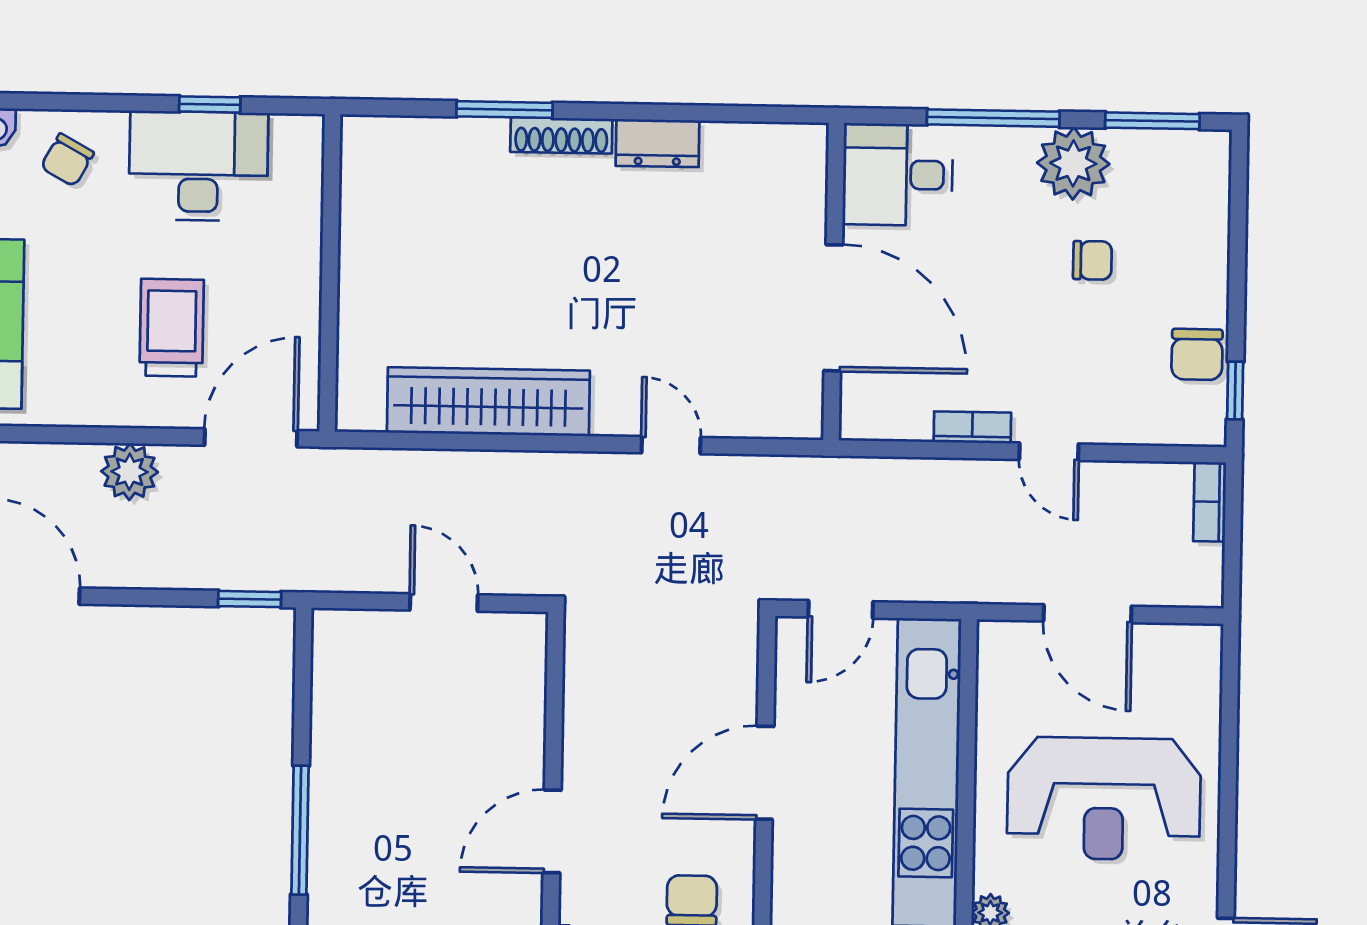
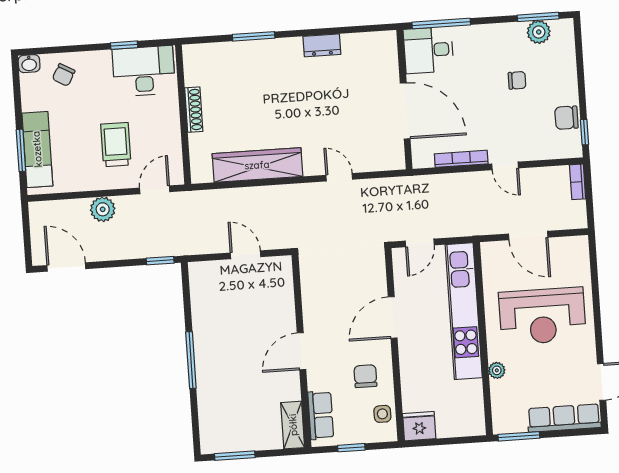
window: (993, 118) -> (441, 24), moved
shoe rack: (561, 135) -> (194, 110), moved, turned -90
plant: (1073, 163) -> (539, 32), moved, width x0.73, depth x0.73
desk: (198, 166) -> (144, 71), moved
chair: (1197, 354) -> (566, 118), turned 90
bookcase: (972, 427) -> (461, 159), width x1.56
door: (251, 438) -> (155, 190), width x0.73

